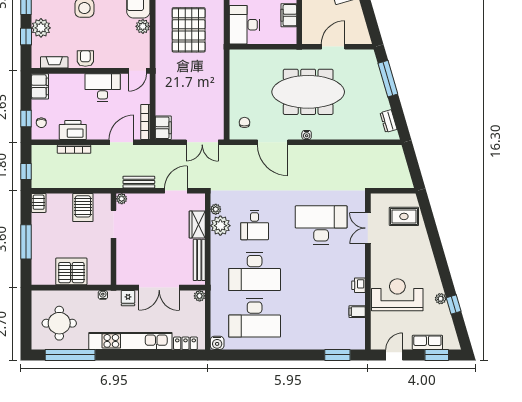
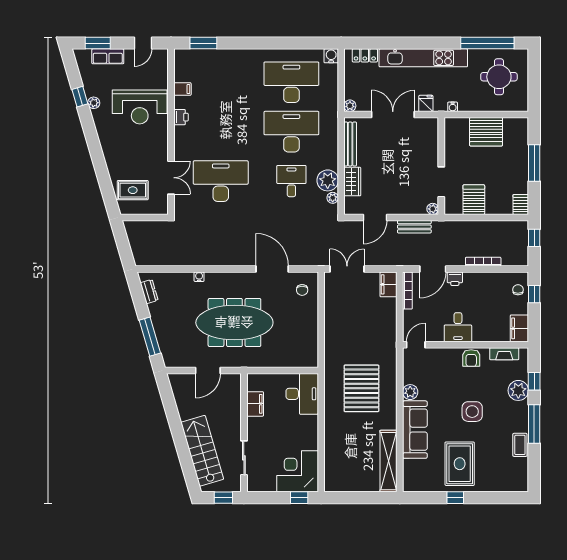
desk: (103, 87) -> (458, 327), width x0.73
printer: (73, 130) -> (455, 279), moved, width x0.53, depth x0.68
water cooler: (307, 135) -> (199, 277), moved
desk: (321, 225) -> (221, 181), turned 180

